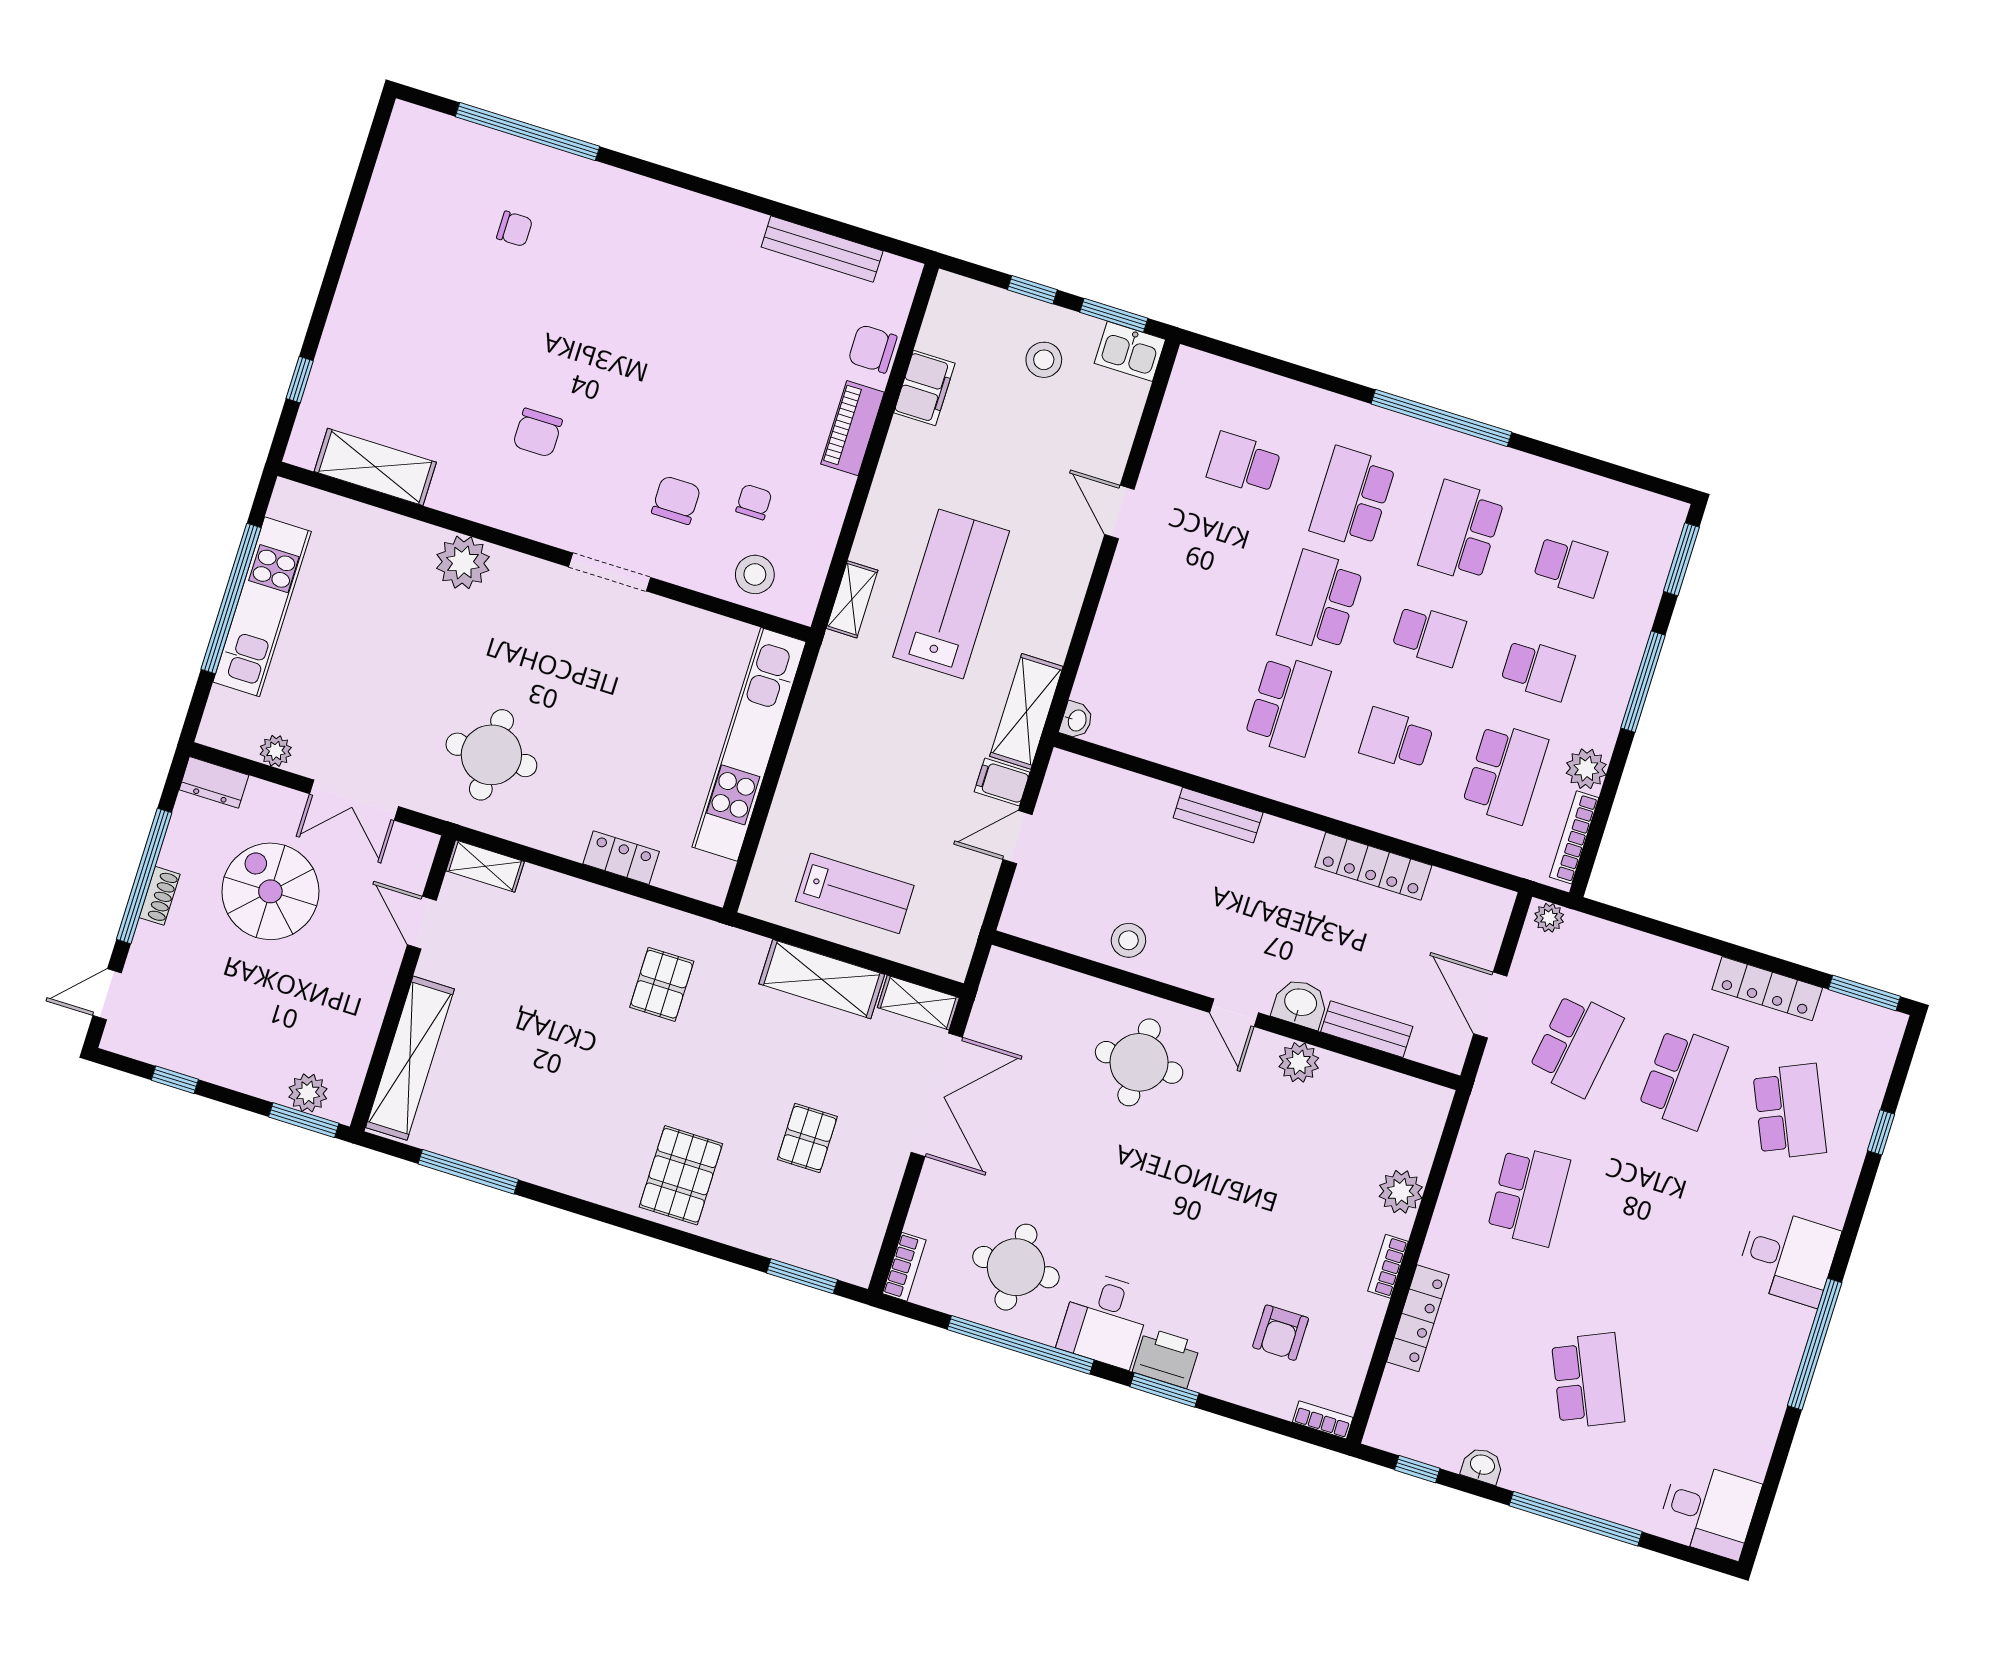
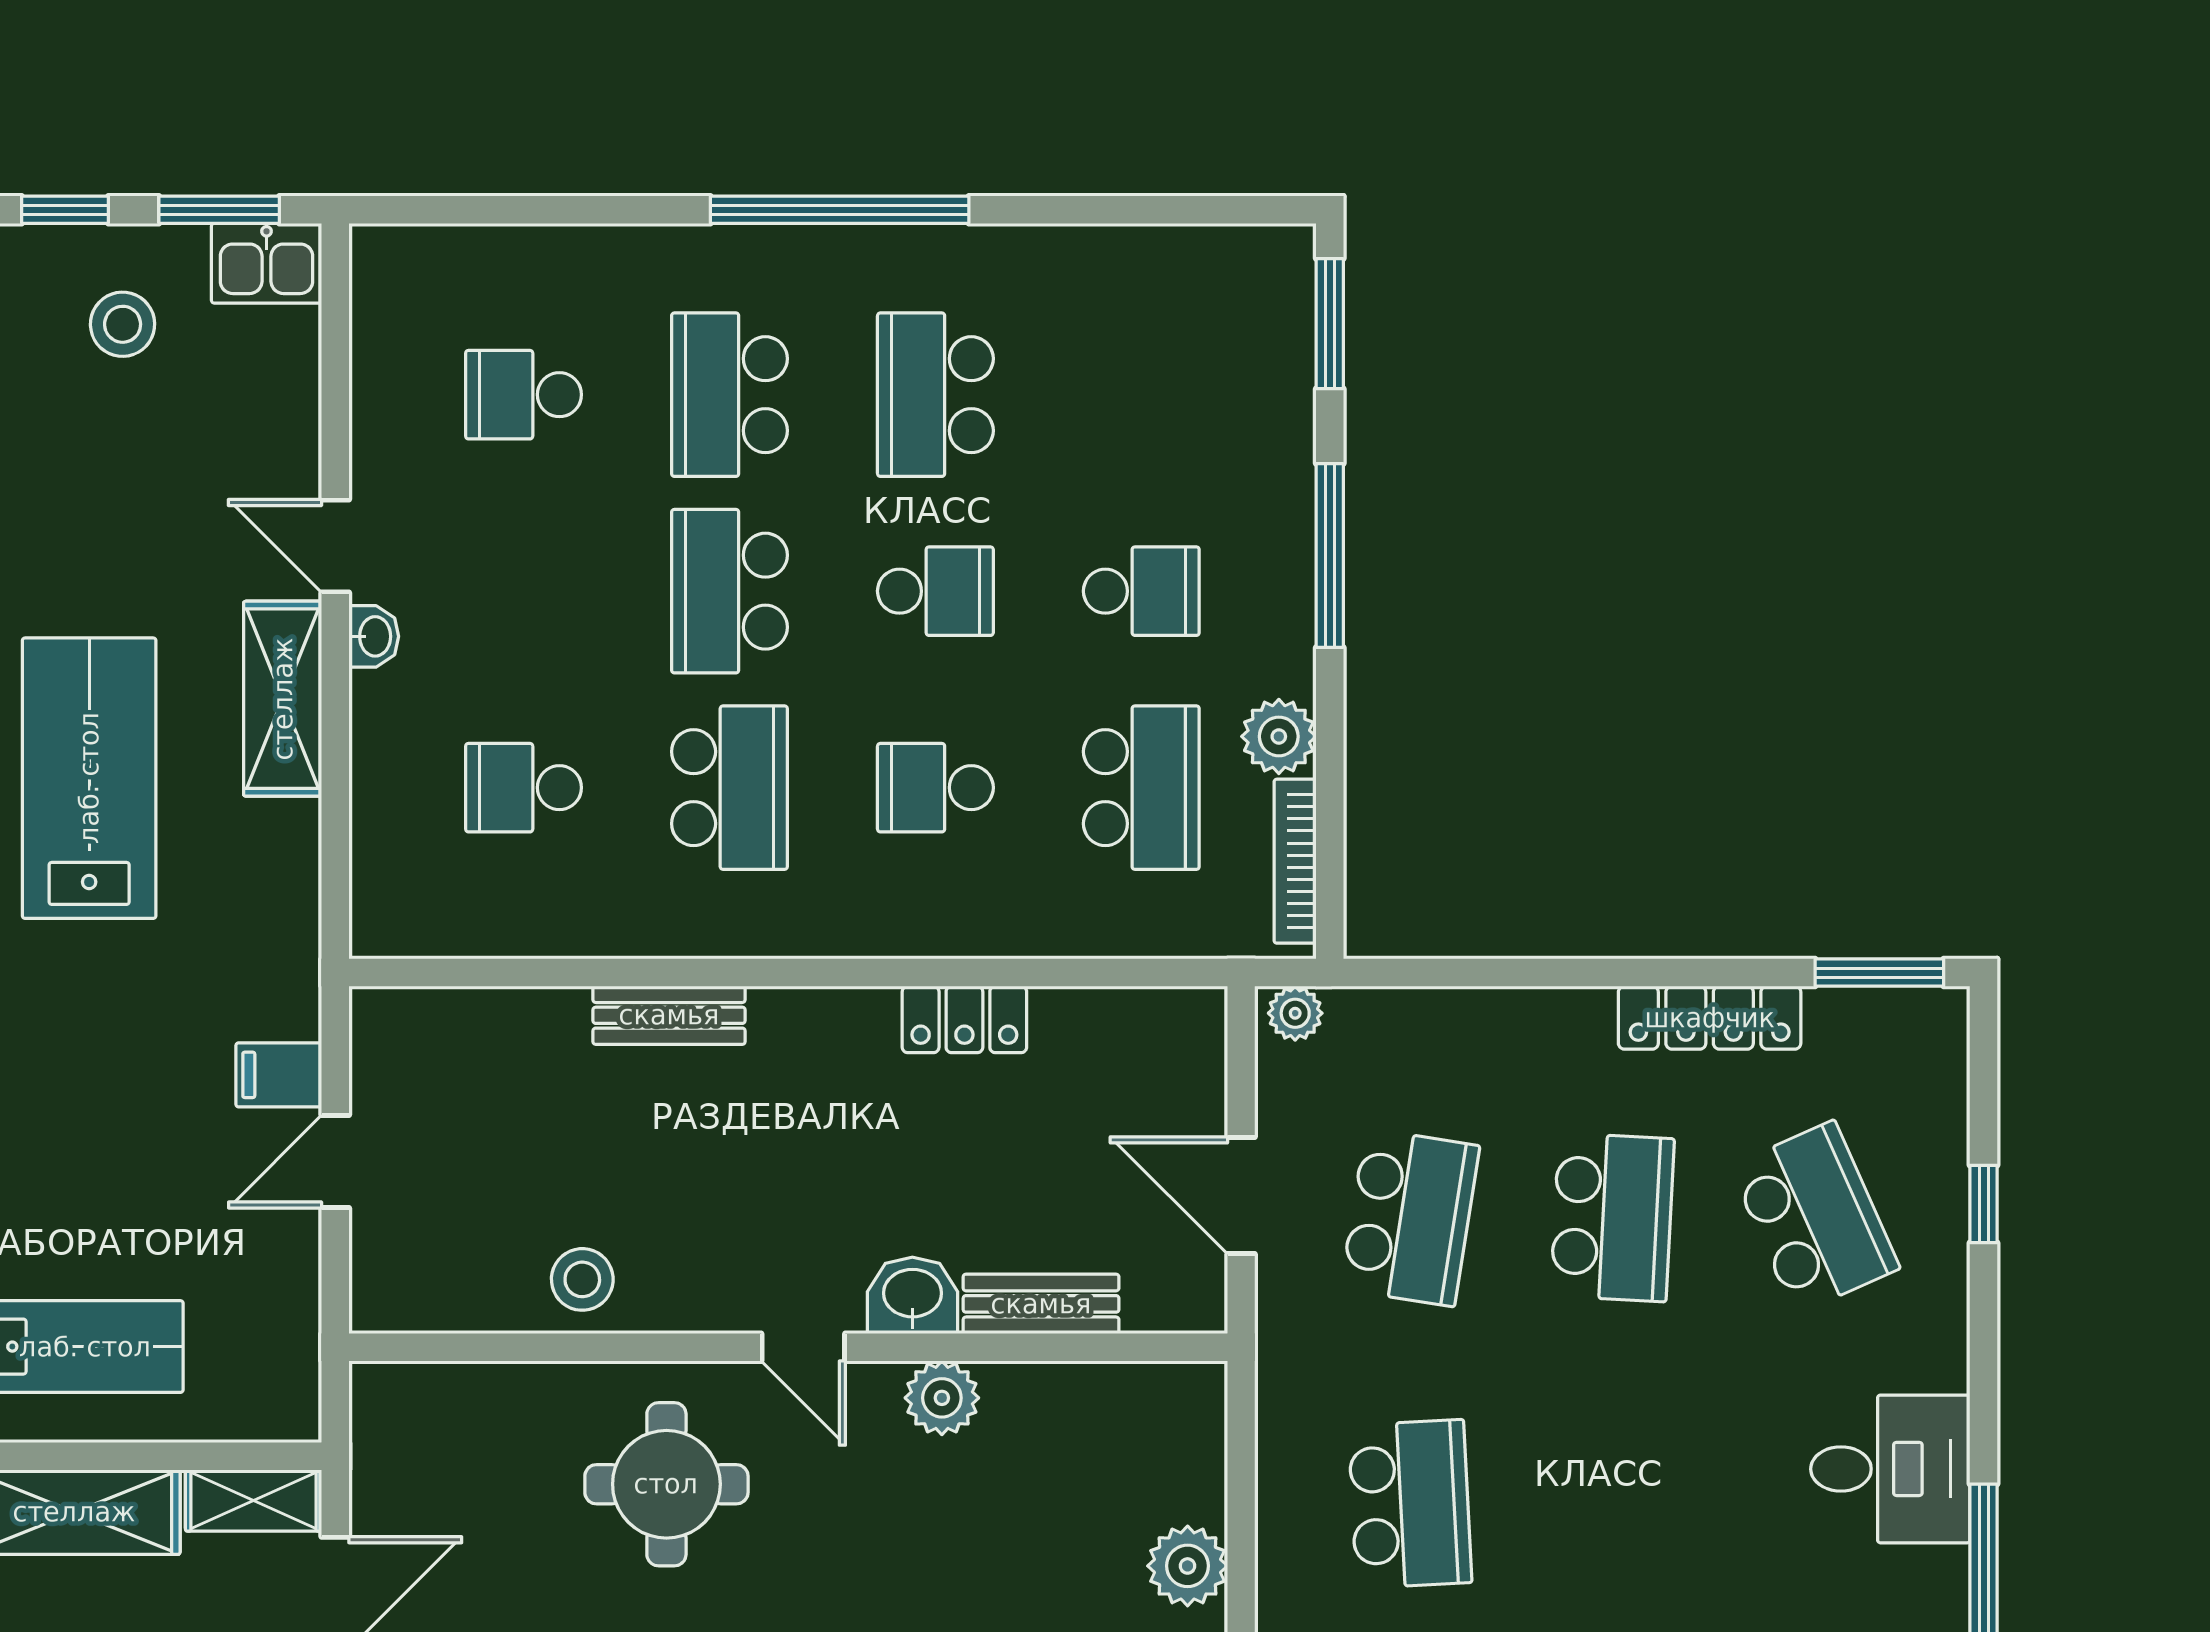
school desk: (1570, 566) -> (524, 788), moved, turned 180
shelving: (1026, 711) -> (283, 699), moved
washbasin: (1076, 720) -> (374, 636), moved
locker: (1373, 866) -> (964, 1019), width x0.66

